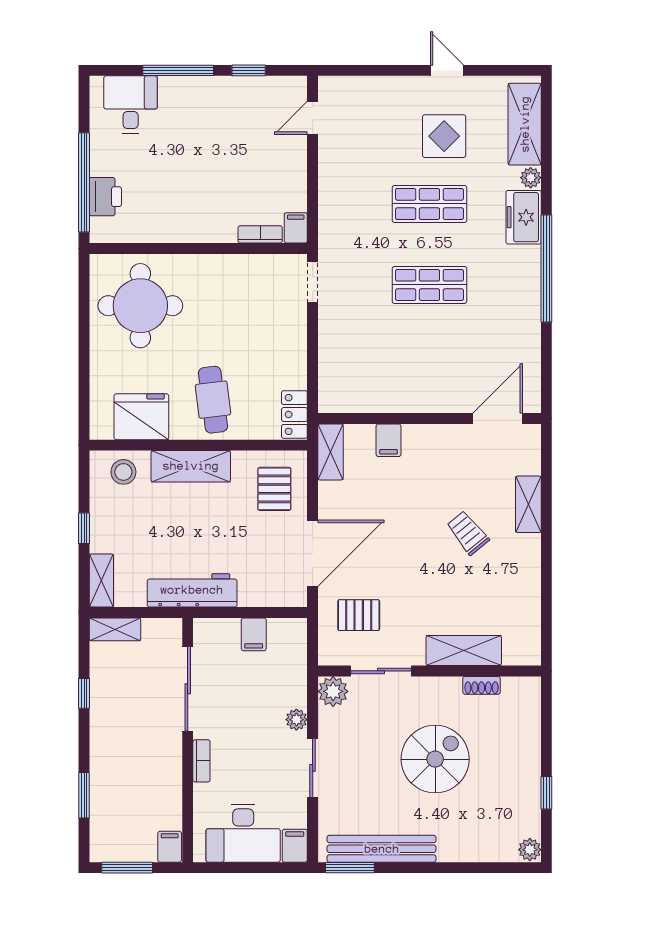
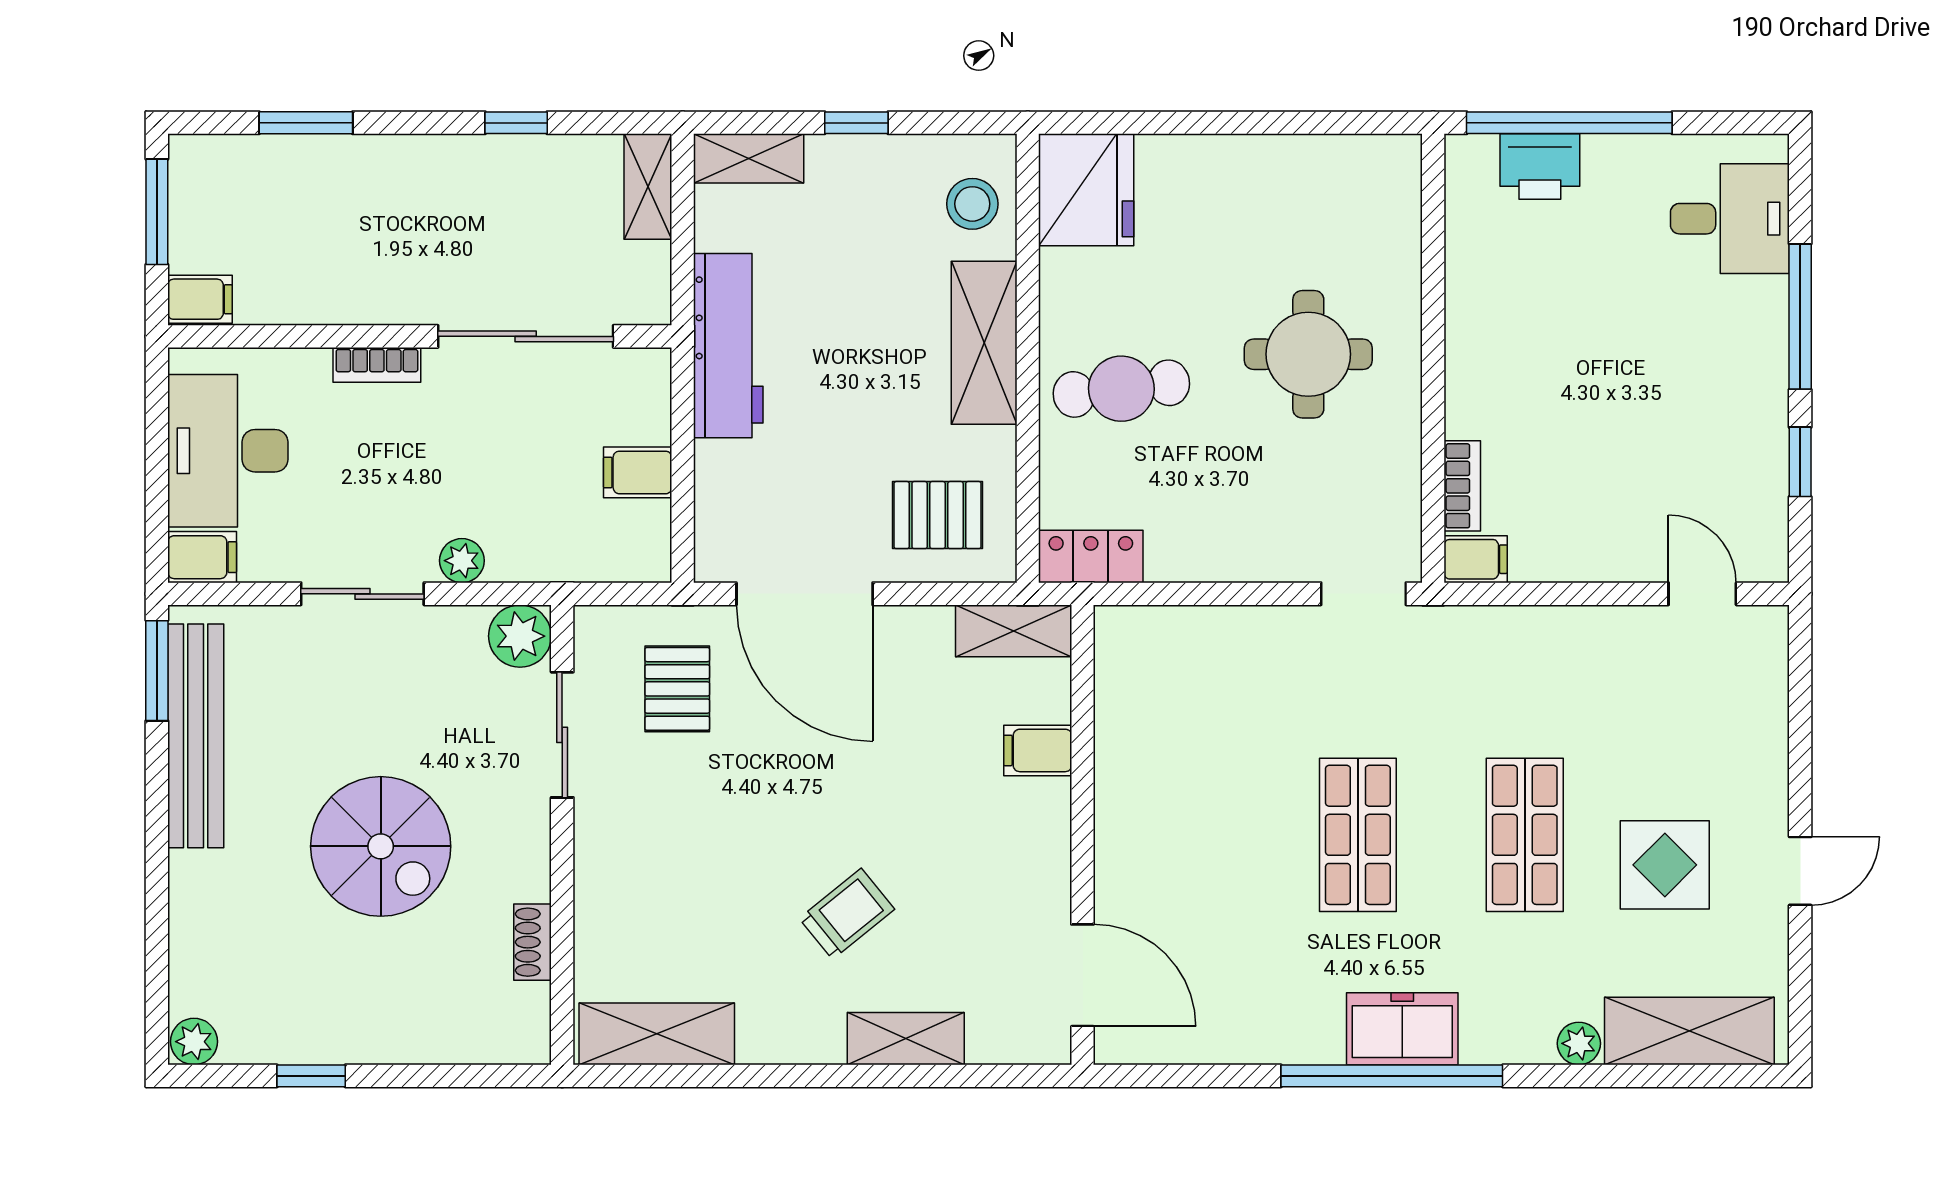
freezer: (524, 217) -> (1402, 1029), moved
round table: (140, 306) -> (1308, 354), moved, width x0.73, depth x0.73
fridge: (141, 417) -> (1086, 190), moved
shelving: (464, 651) -> (657, 1034), moved, turned 90

